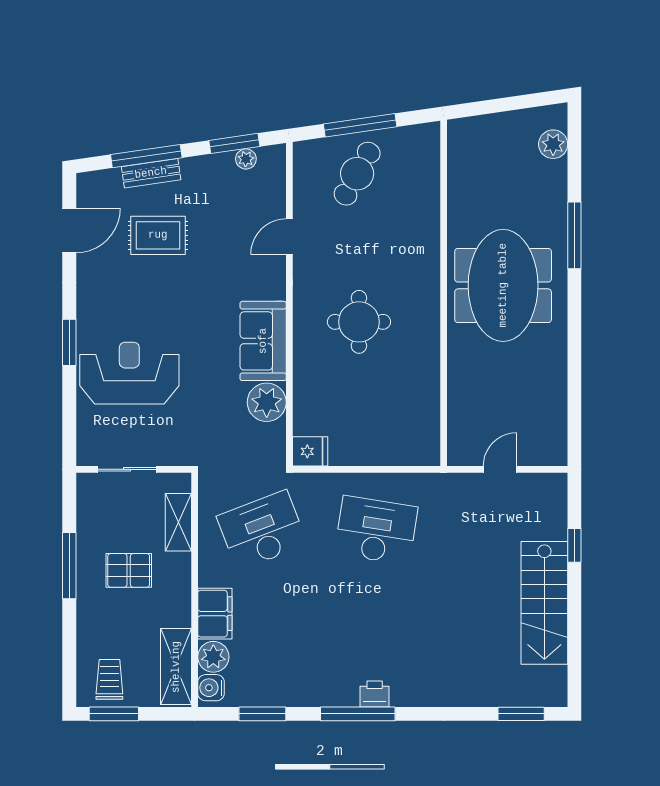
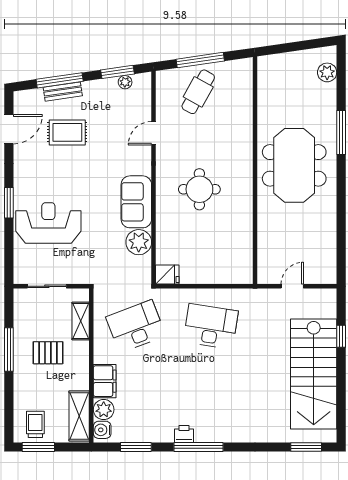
stairs: (544, 603) -> (314, 374), width x1.36, depth x1.51
printer: (375, 694) -> (184, 434), moved

